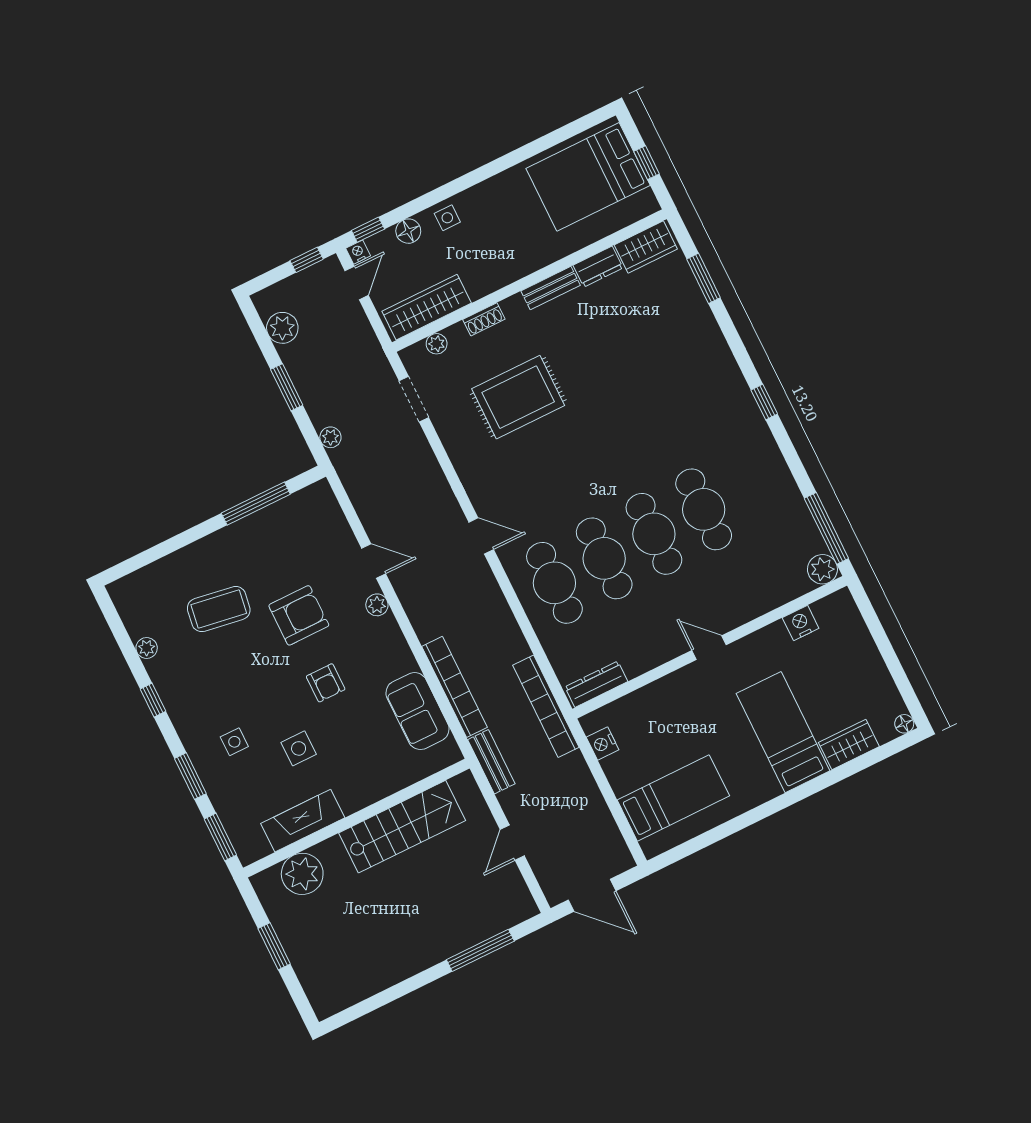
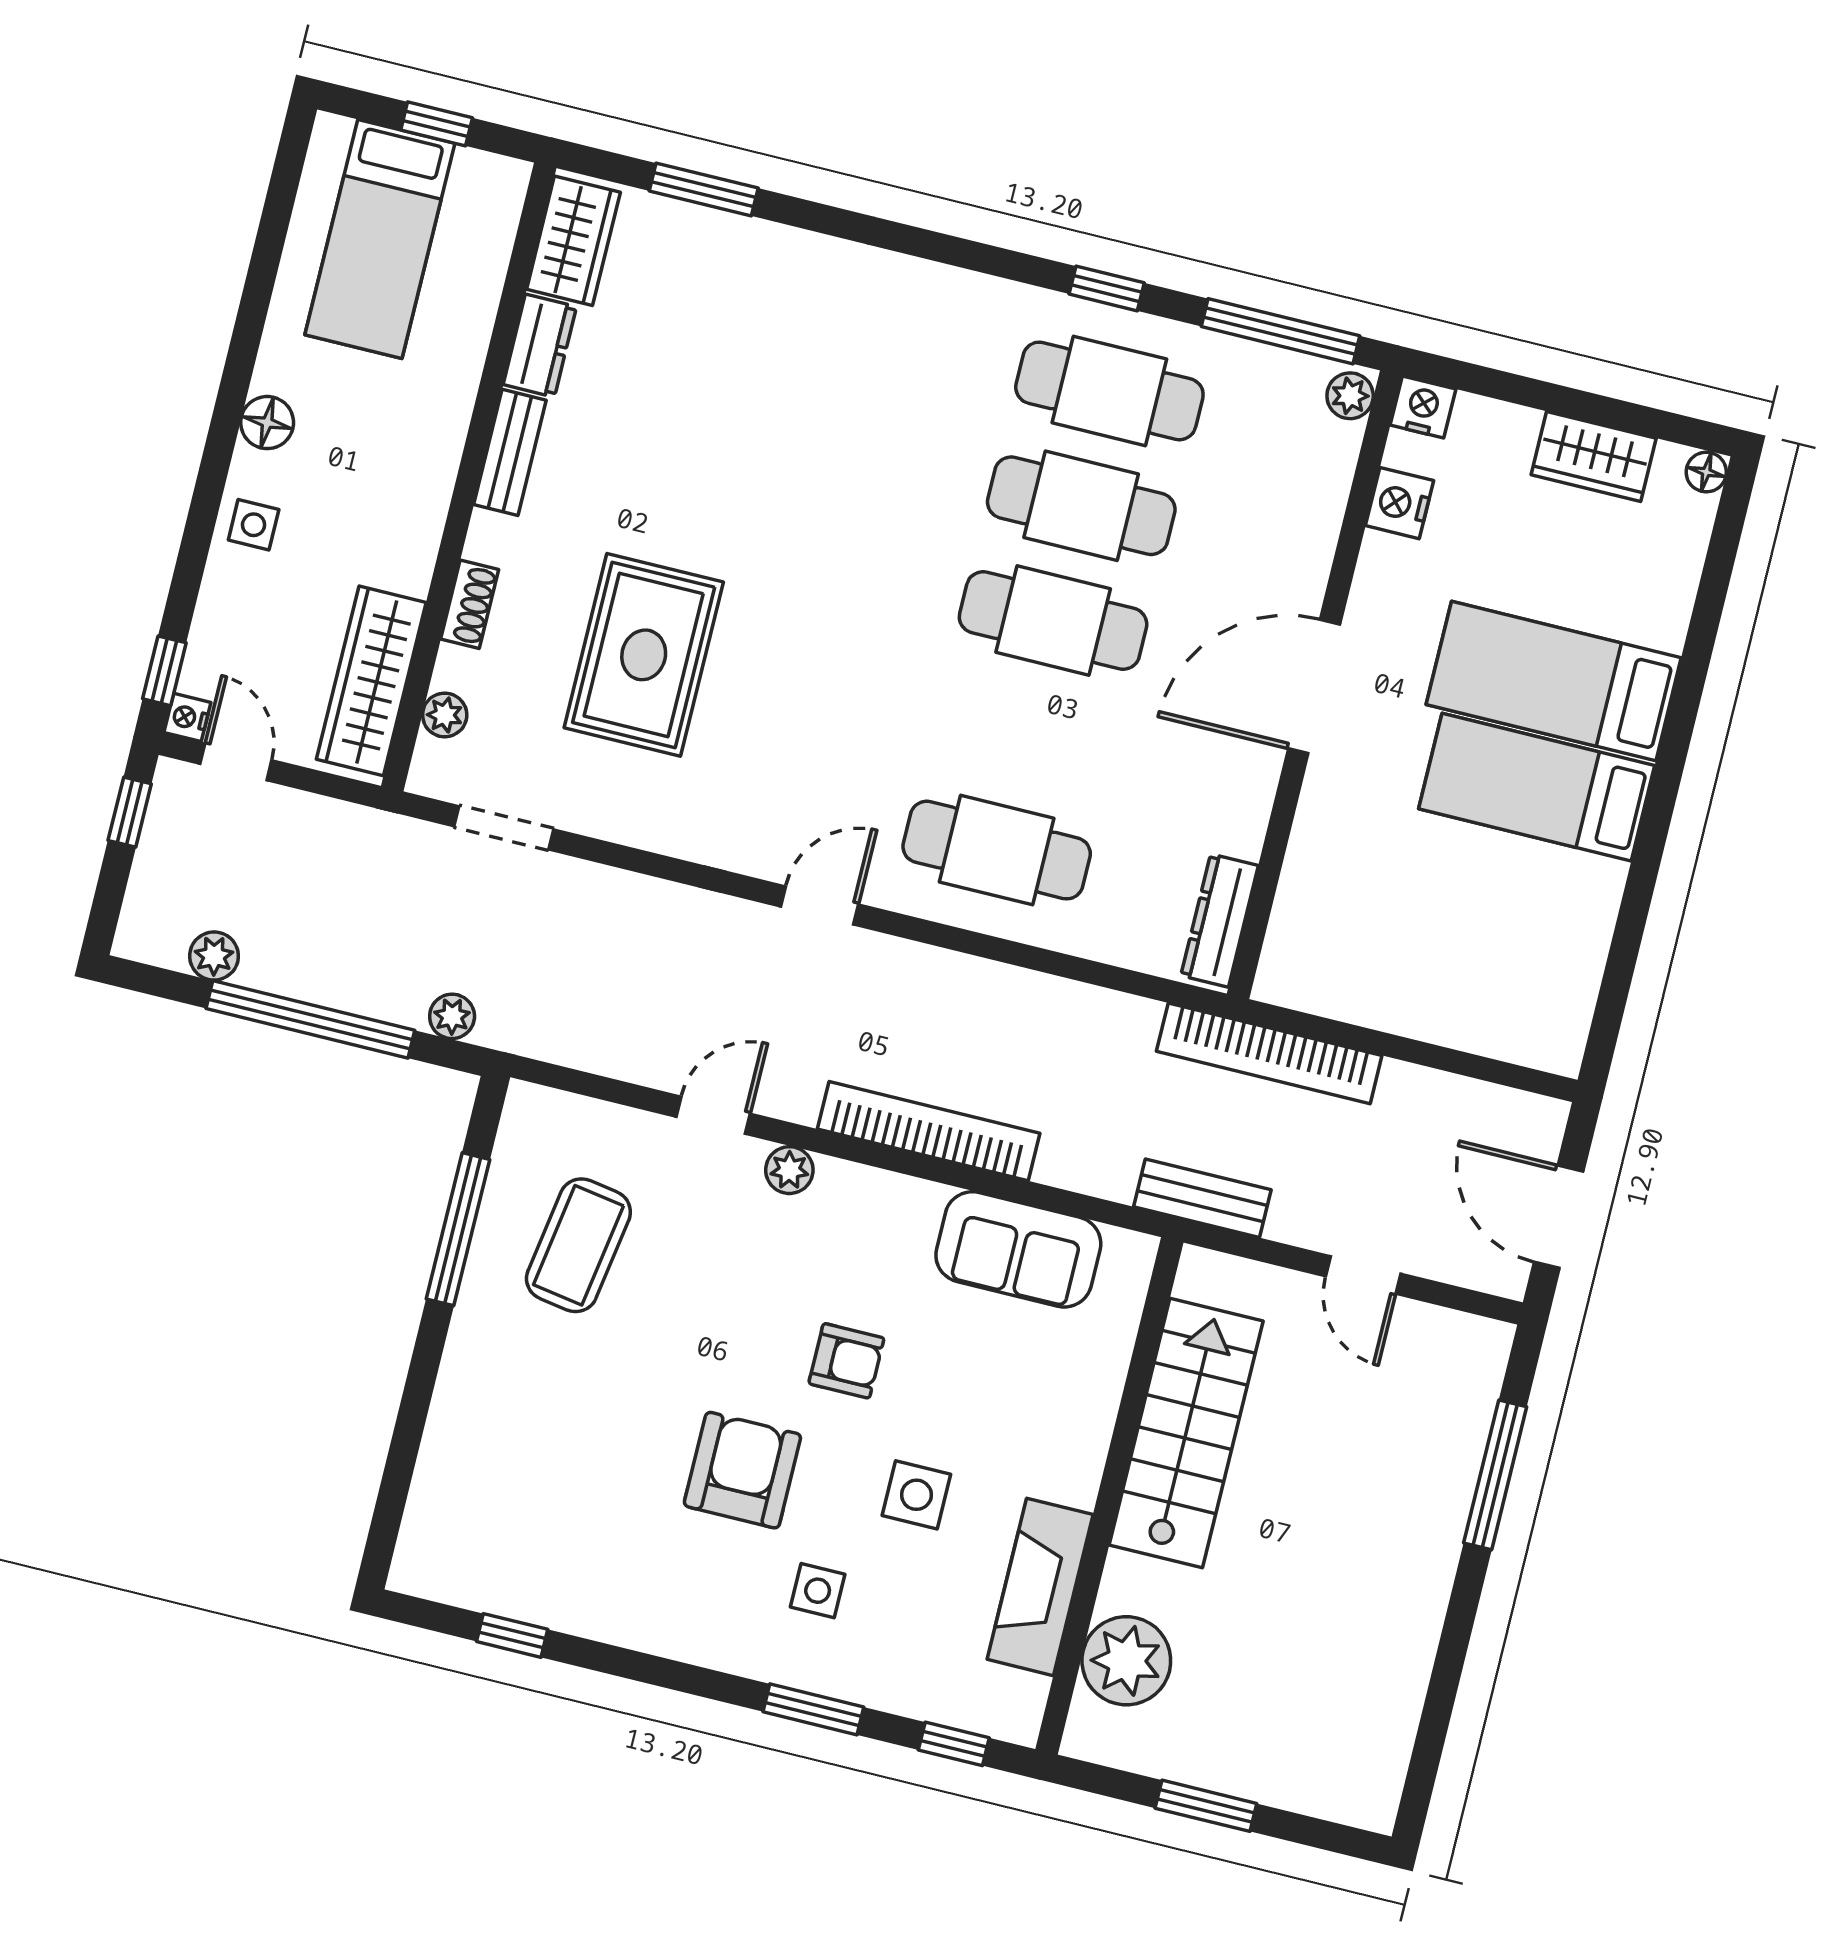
bed: (588, 177) -> (380, 239), width x0.67
floor lamp: (408, 231) -> (267, 423), moved
plant: (282, 328) -> (214, 956), width x0.73, depth x0.73
window: (287, 387) -> (310, 1019), width x2.11
window: (764, 402) -> (1107, 288), moved
cafe table: (604, 558) -> (1109, 391), moved
plant: (822, 569) -> (1350, 396), width x0.73, depth x0.73
coffee table: (219, 609) -> (578, 1245), moved
armchair: (299, 615) -> (742, 1470), moved
plant: (147, 648) -> (544, 1605), removed
door: (709, 648) -> (1314, 686), width x1.88
bookcase: (455, 687) -> (929, 1131), moved
window: (153, 700) -> (512, 1635), moved
bookcase: (546, 706) -> (1269, 1053), moved
nightstand: (603, 744) -> (1423, 407), moved, turned 180
wardrobe: (849, 744) -> (1594, 456), moved, turned -90
bed: (673, 798) -> (1537, 787), moved, turned -90
window: (220, 837) -> (954, 1744), width x0.67
door: (592, 895) -> (1559, 1217), swing flipped

